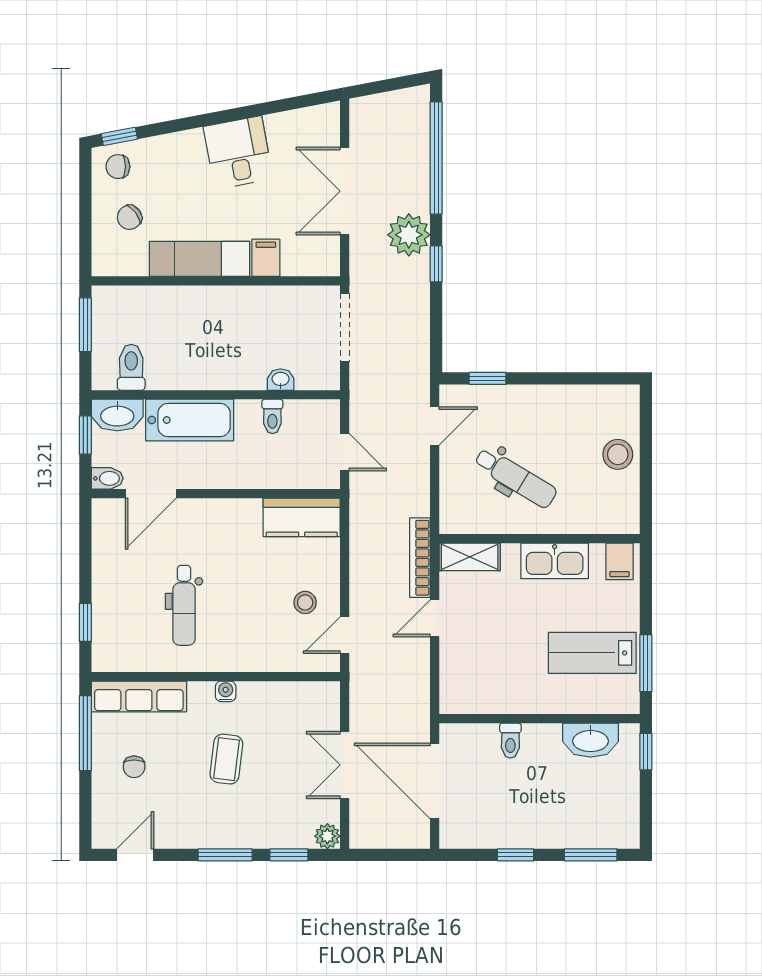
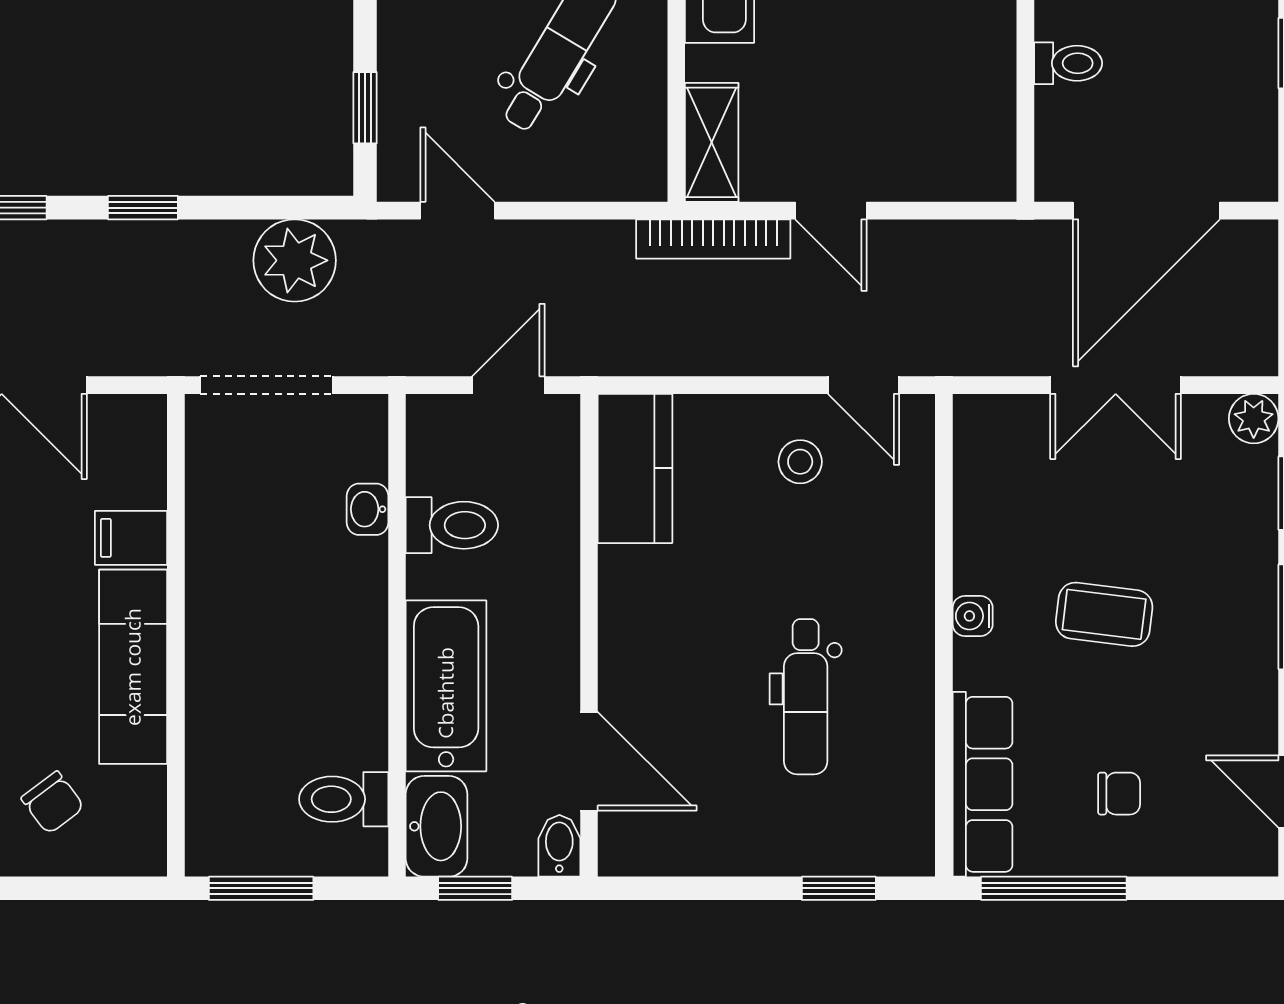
plant: (409, 235) -> (295, 260), moved
toilet: (272, 416) -> (452, 525), width x1.37, depth x1.39
dental chair: (184, 605) -> (806, 697), turned 90

